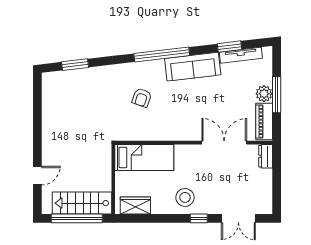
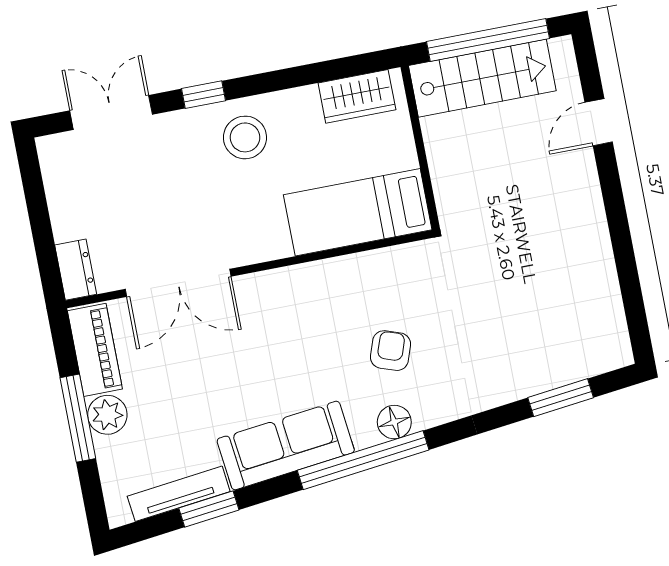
floor lamp: (146, 68) -> (394, 422), added

